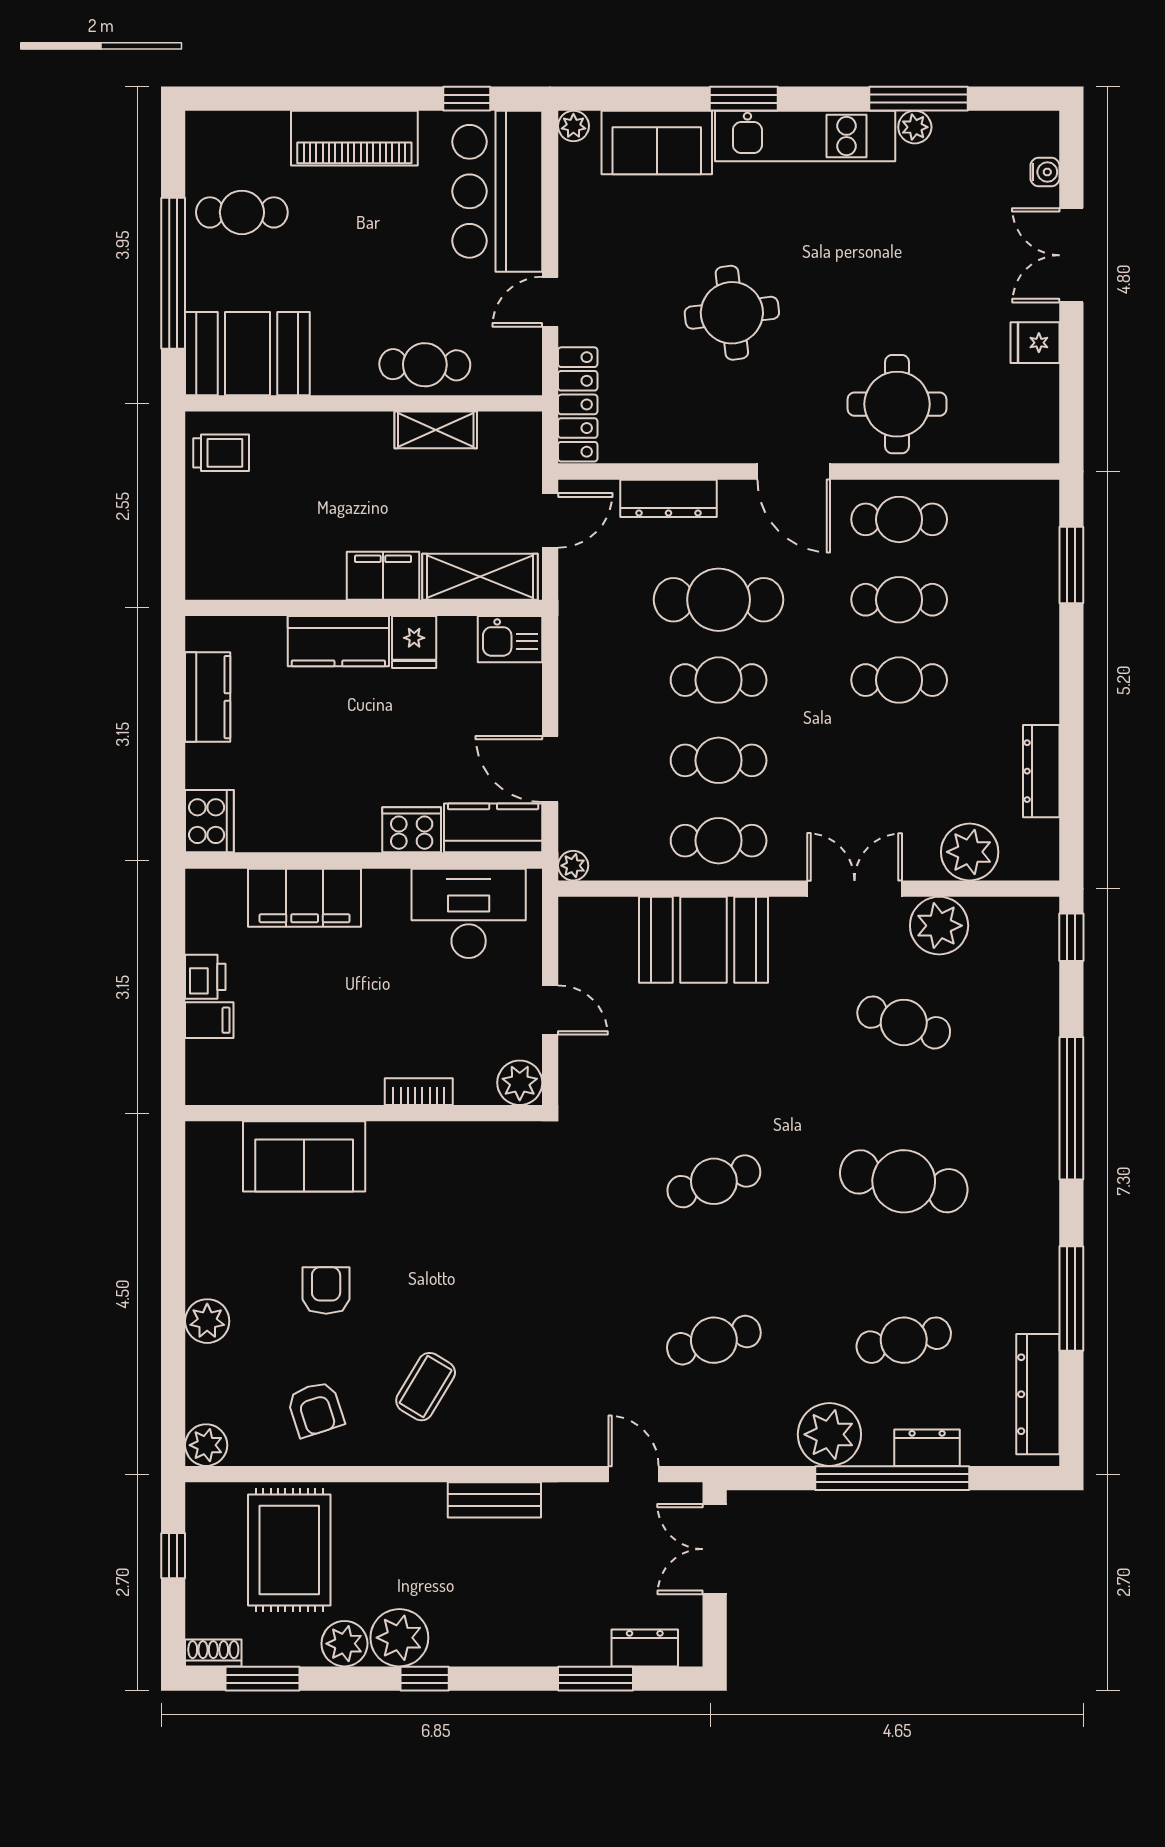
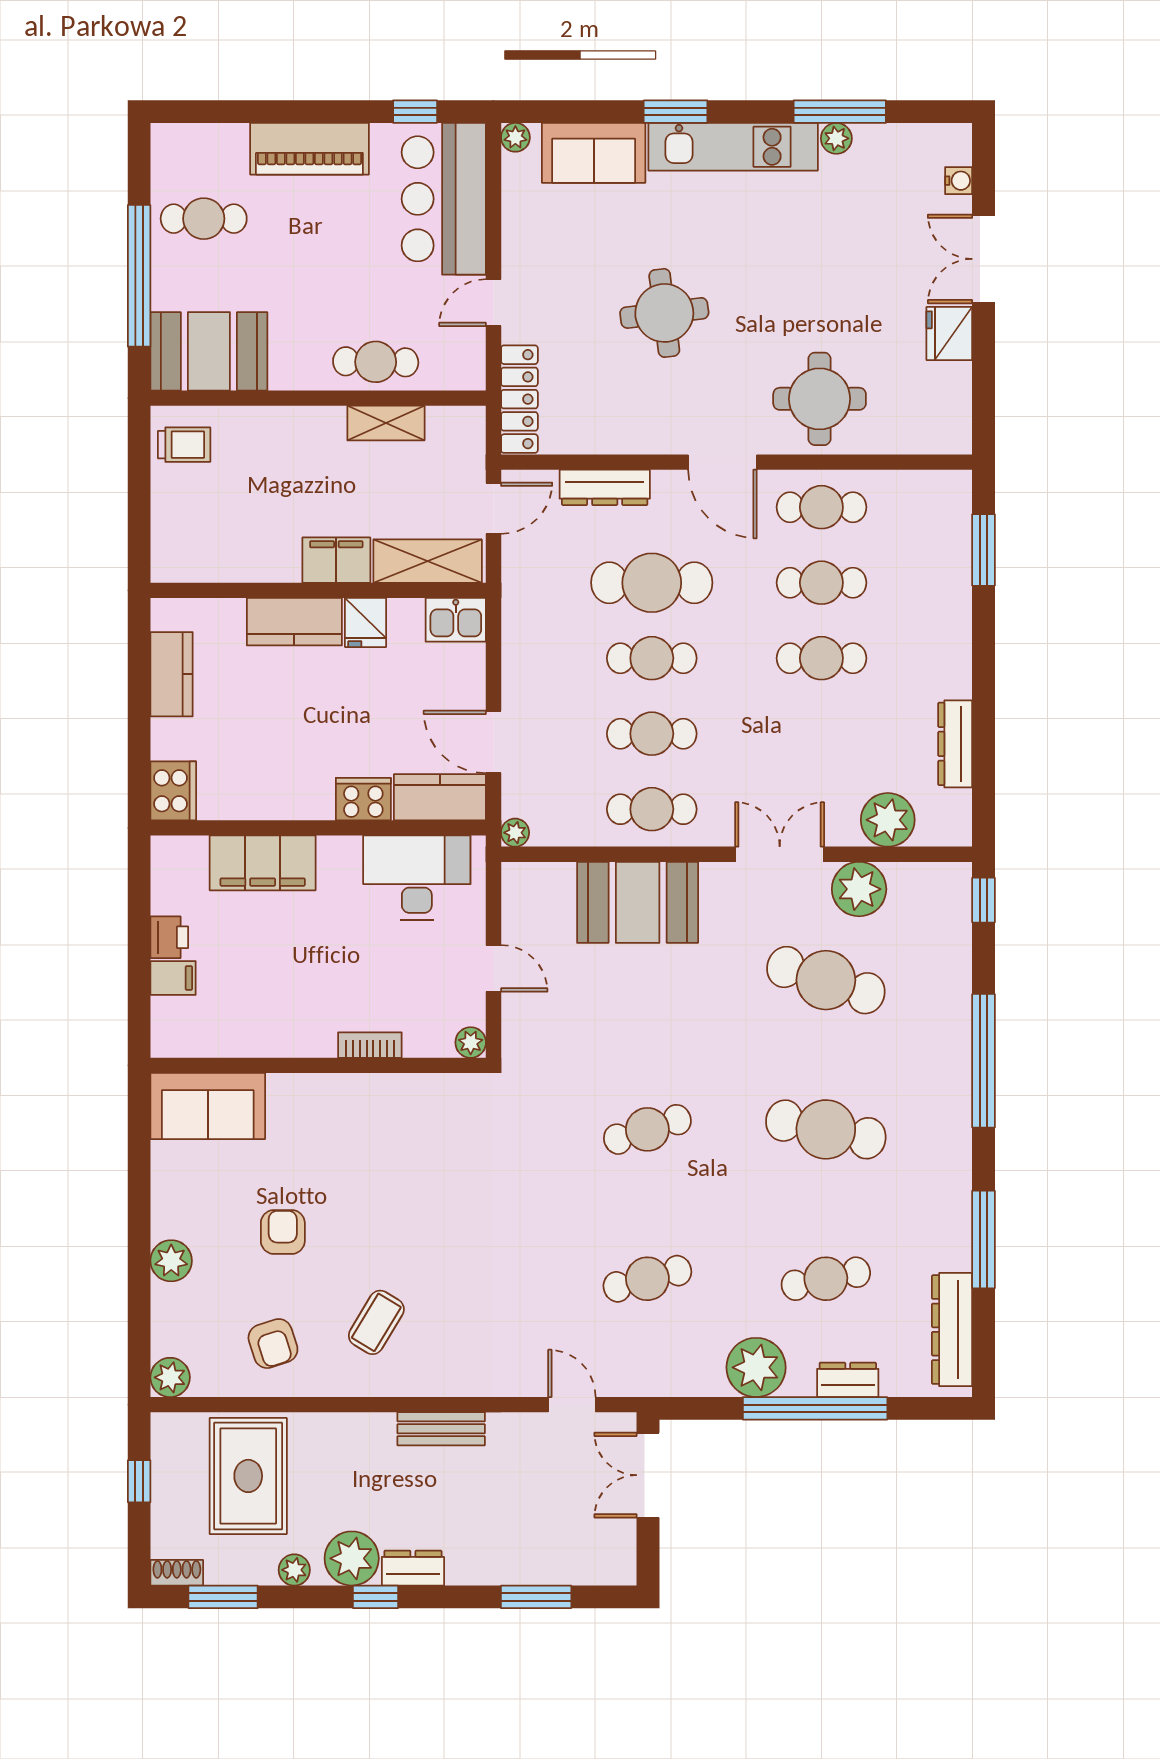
fridge: (1035, 343) -> (949, 334), width x1.38
cafe table: (904, 1022) -> (826, 980), width x1.37, depth x1.35
plant: (520, 1083) -> (471, 1042), width x0.73, depth x0.73
sofa: (304, 1156) -> (208, 1106), moved
plant: (344, 1644) -> (294, 1570), width x0.73, depth x0.73
dresser: (645, 1648) -> (413, 1568), moved

